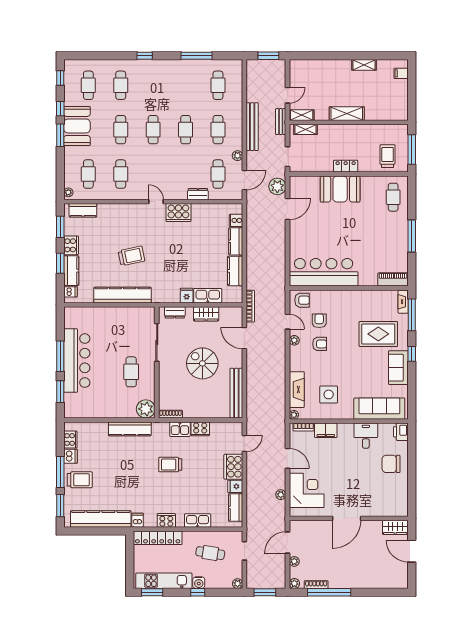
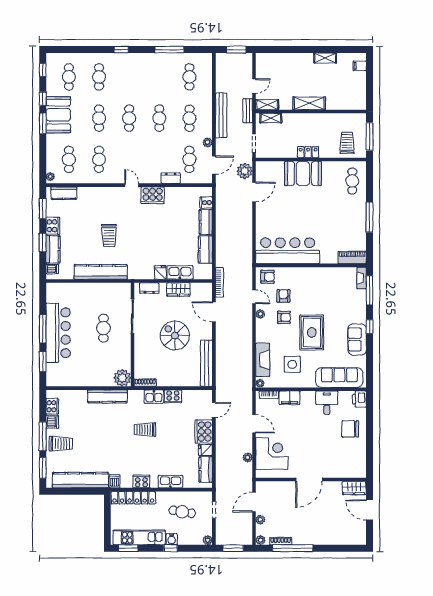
trolley: (131, 256) -> (109, 236), turned 102
rug: (378, 334) -> (312, 332), moved, turned 90
cafe table: (131, 372) -> (104, 328), moved

